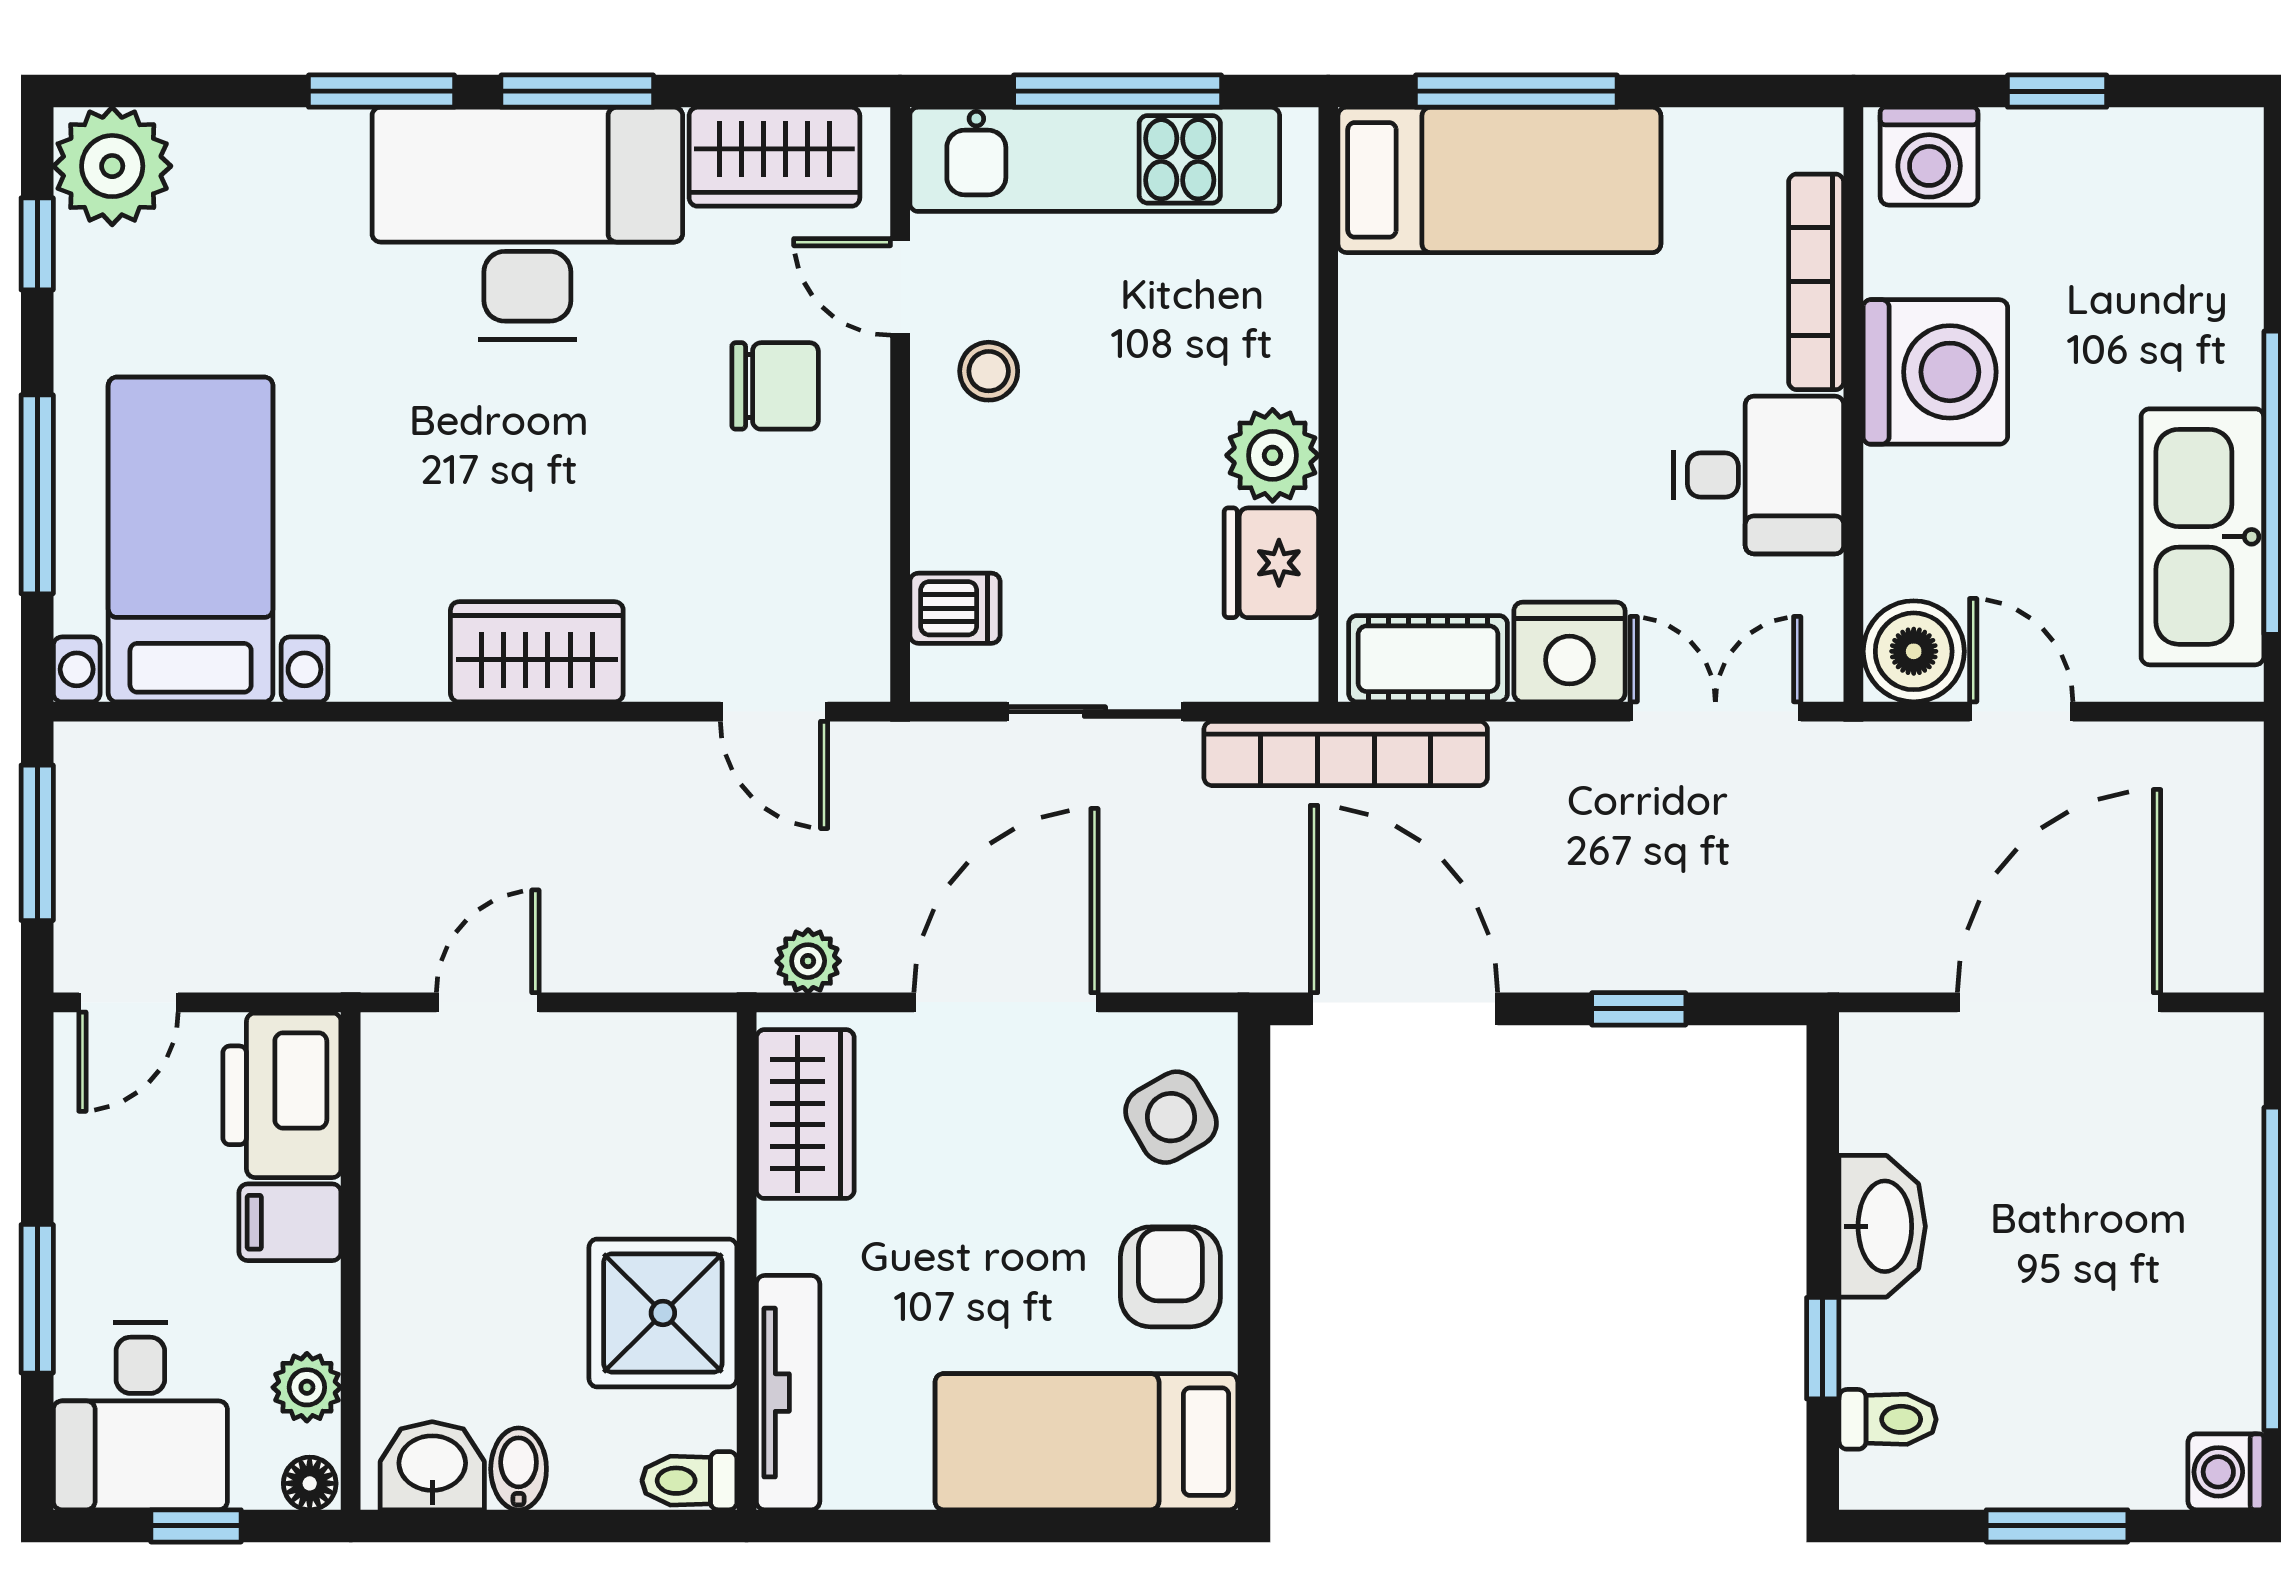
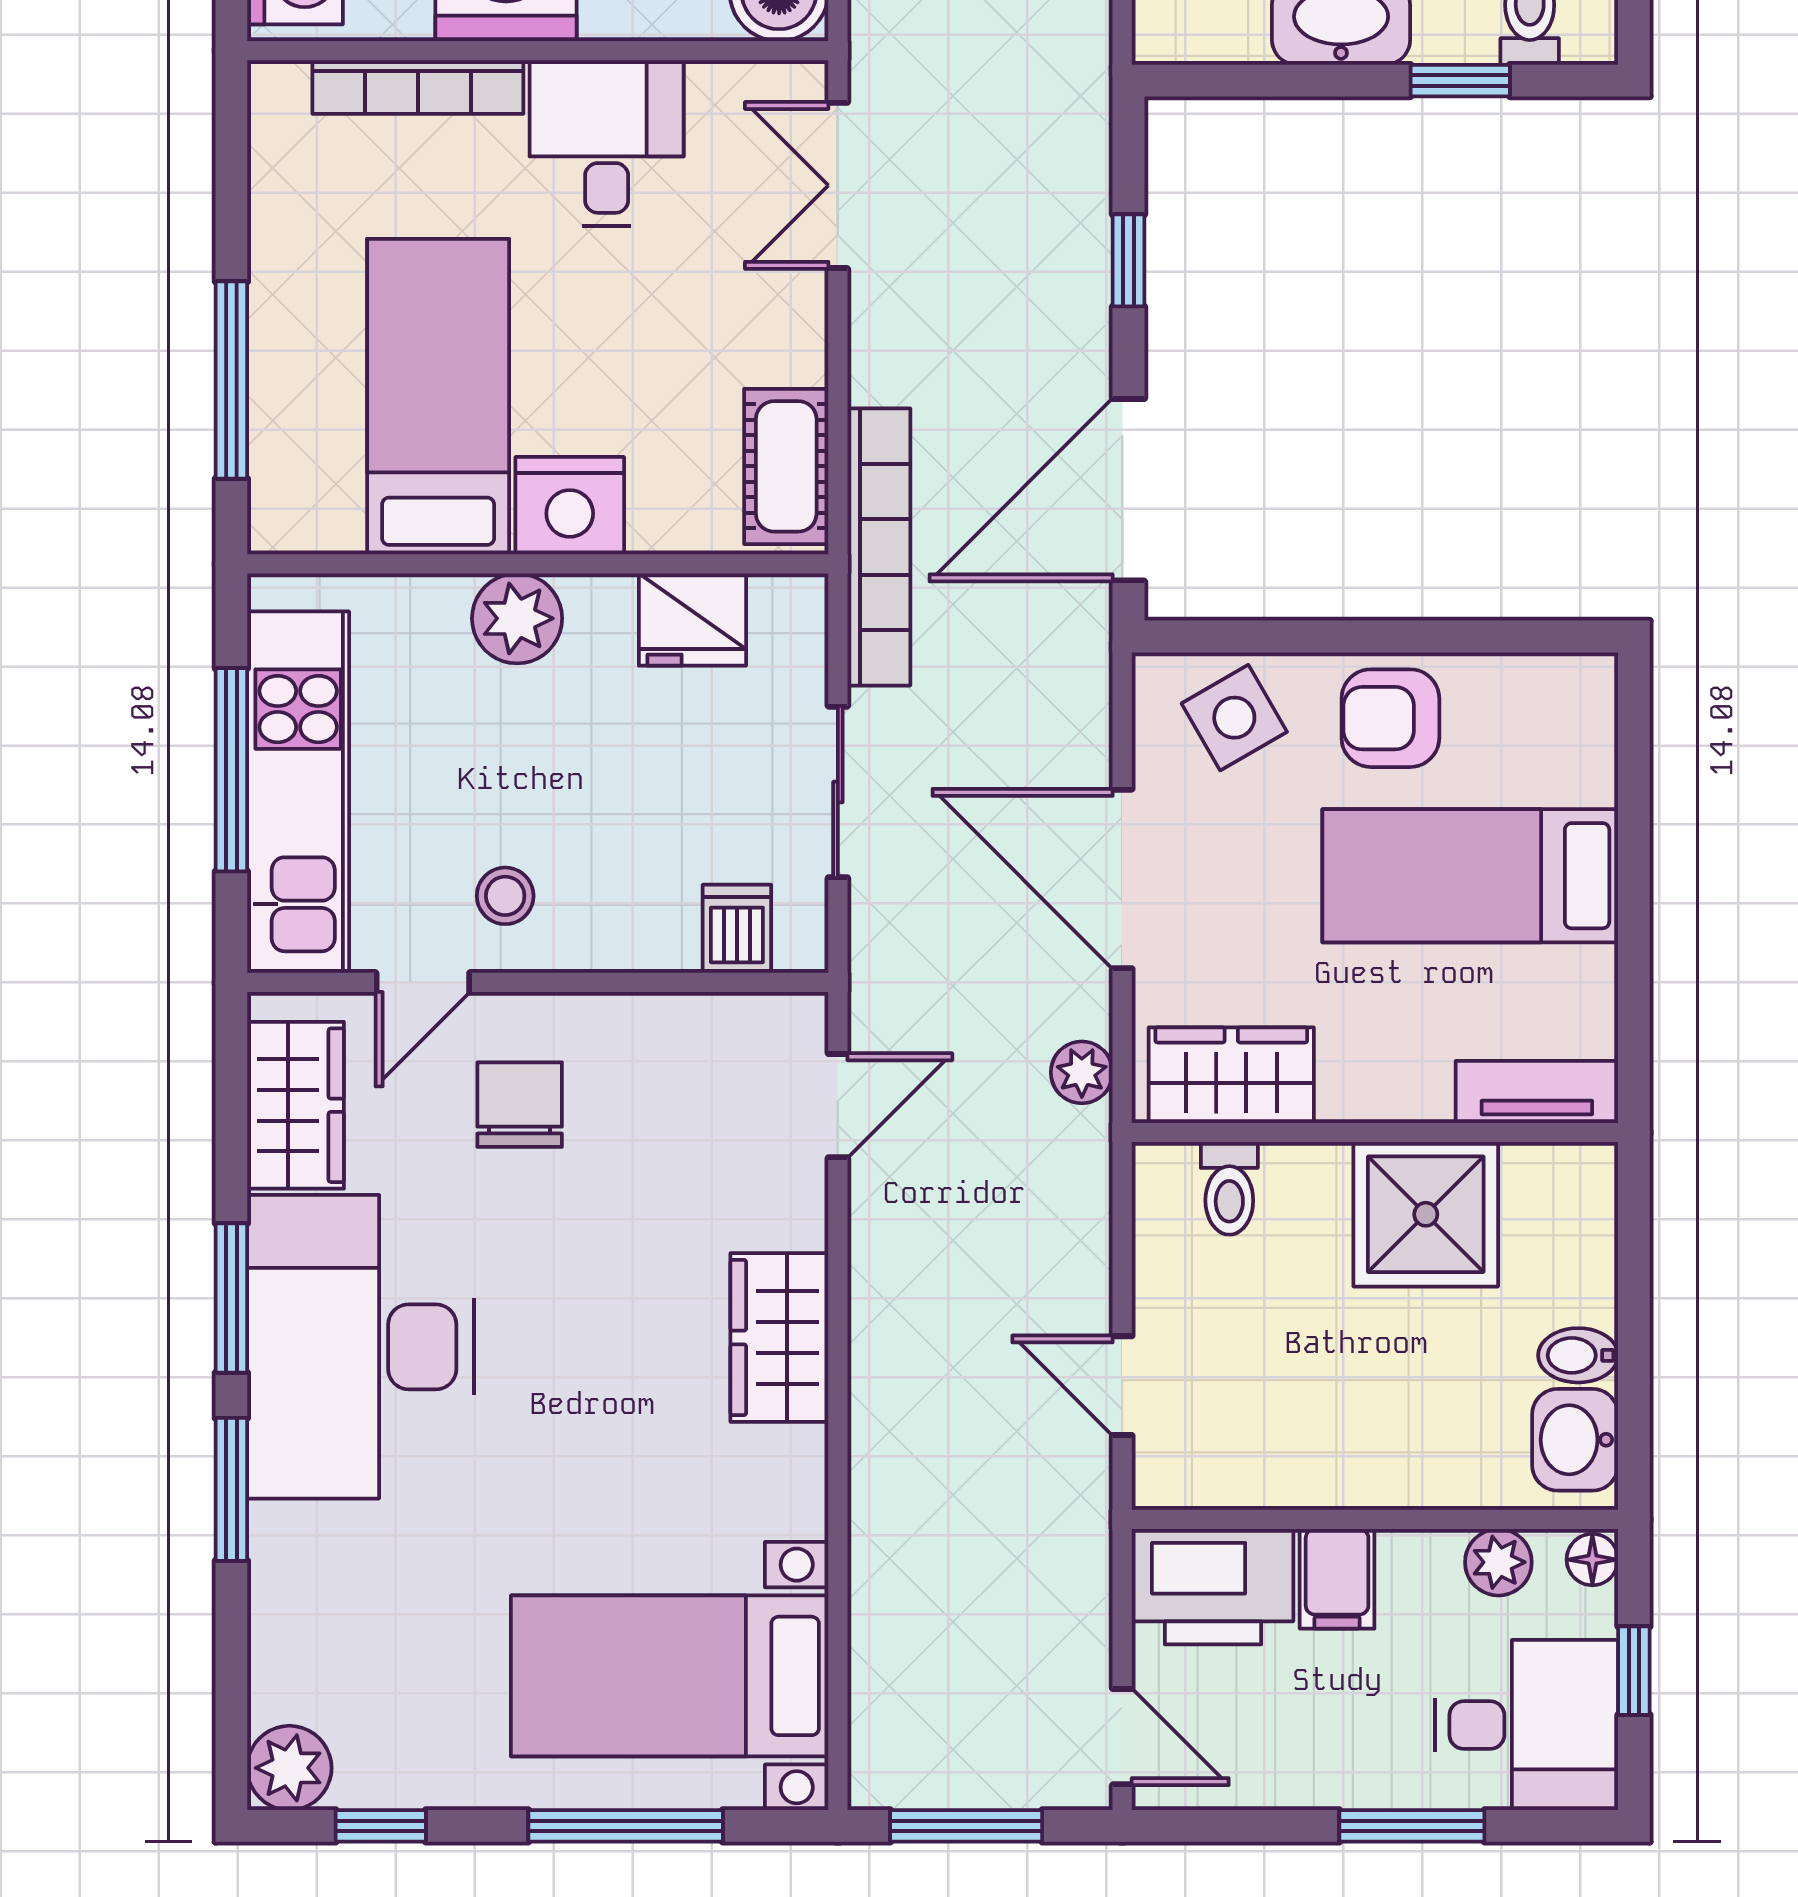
plant: (112, 166) -> (289, 1768), width x0.73, depth x0.73
bed: (1499, 180) -> (438, 397), moved
plant: (1273, 455) -> (517, 618), moved
nightstand: (1569, 652) -> (570, 506), moved, turned 90
tv unit: (788, 1393) -> (1537, 1092), width x0.71
bed: (1086, 1442) -> (1470, 876), moved, turned 90
toilet: (689, 1481) -> (1229, 1188), moved

